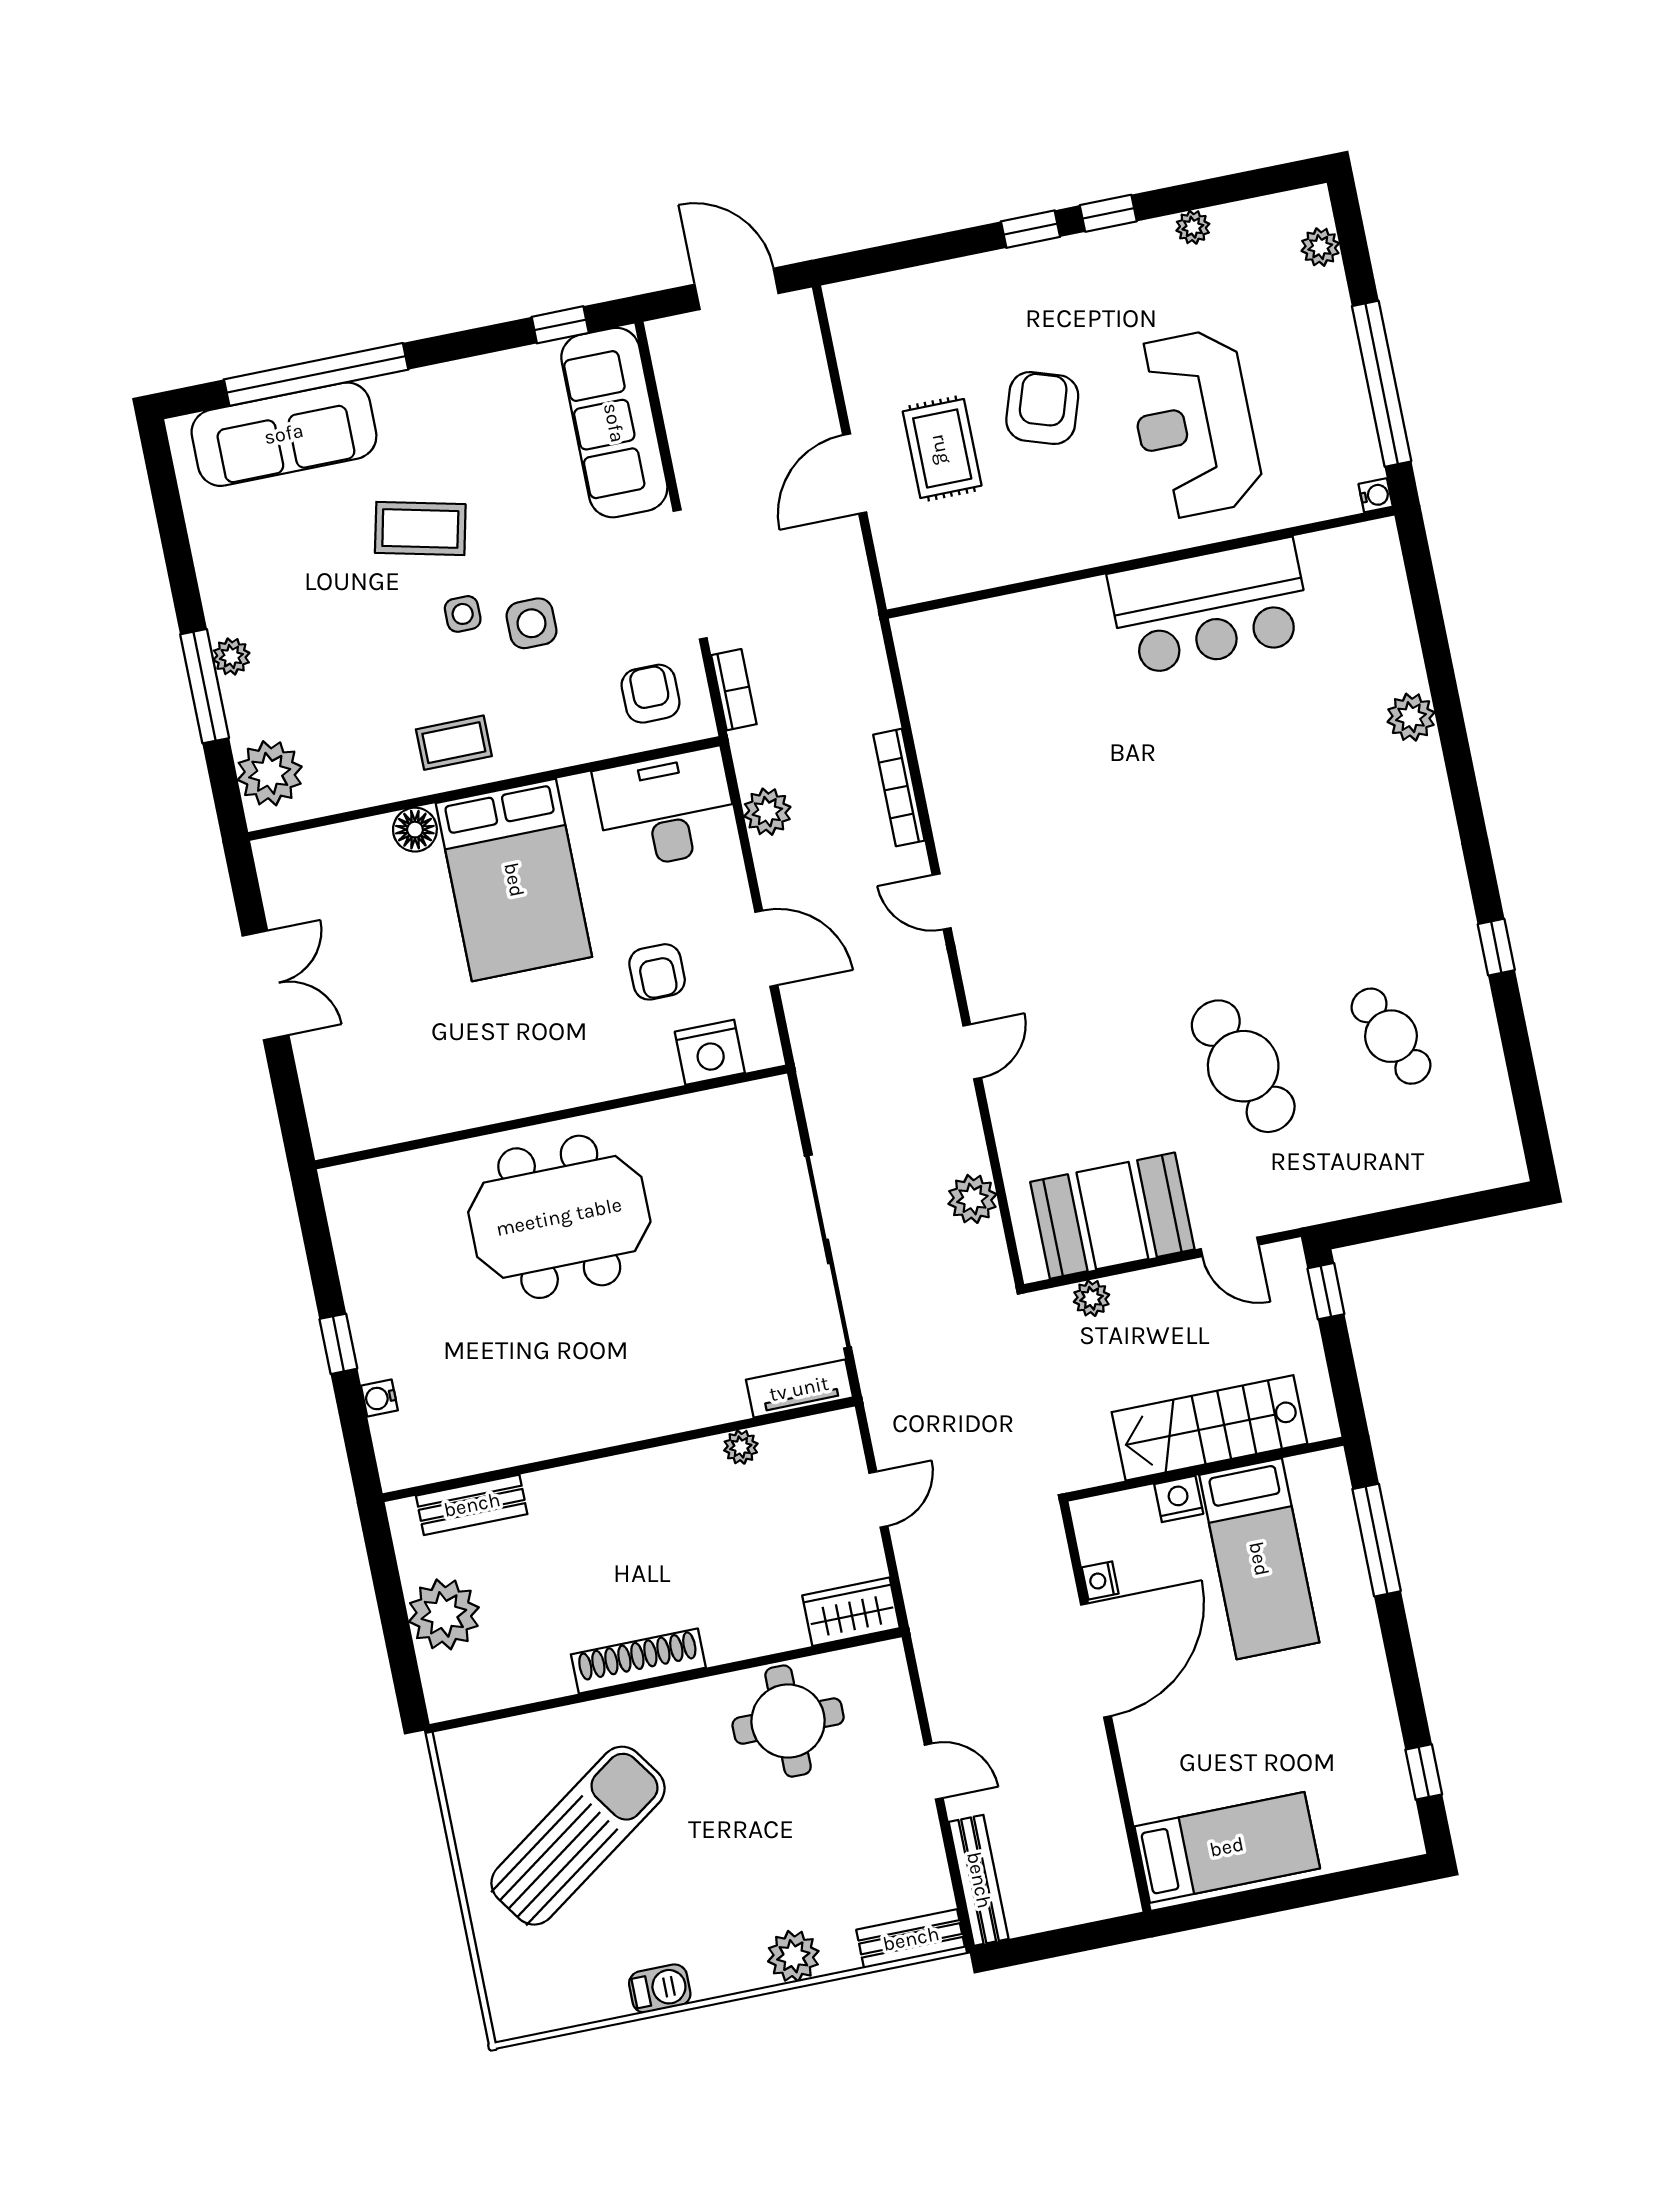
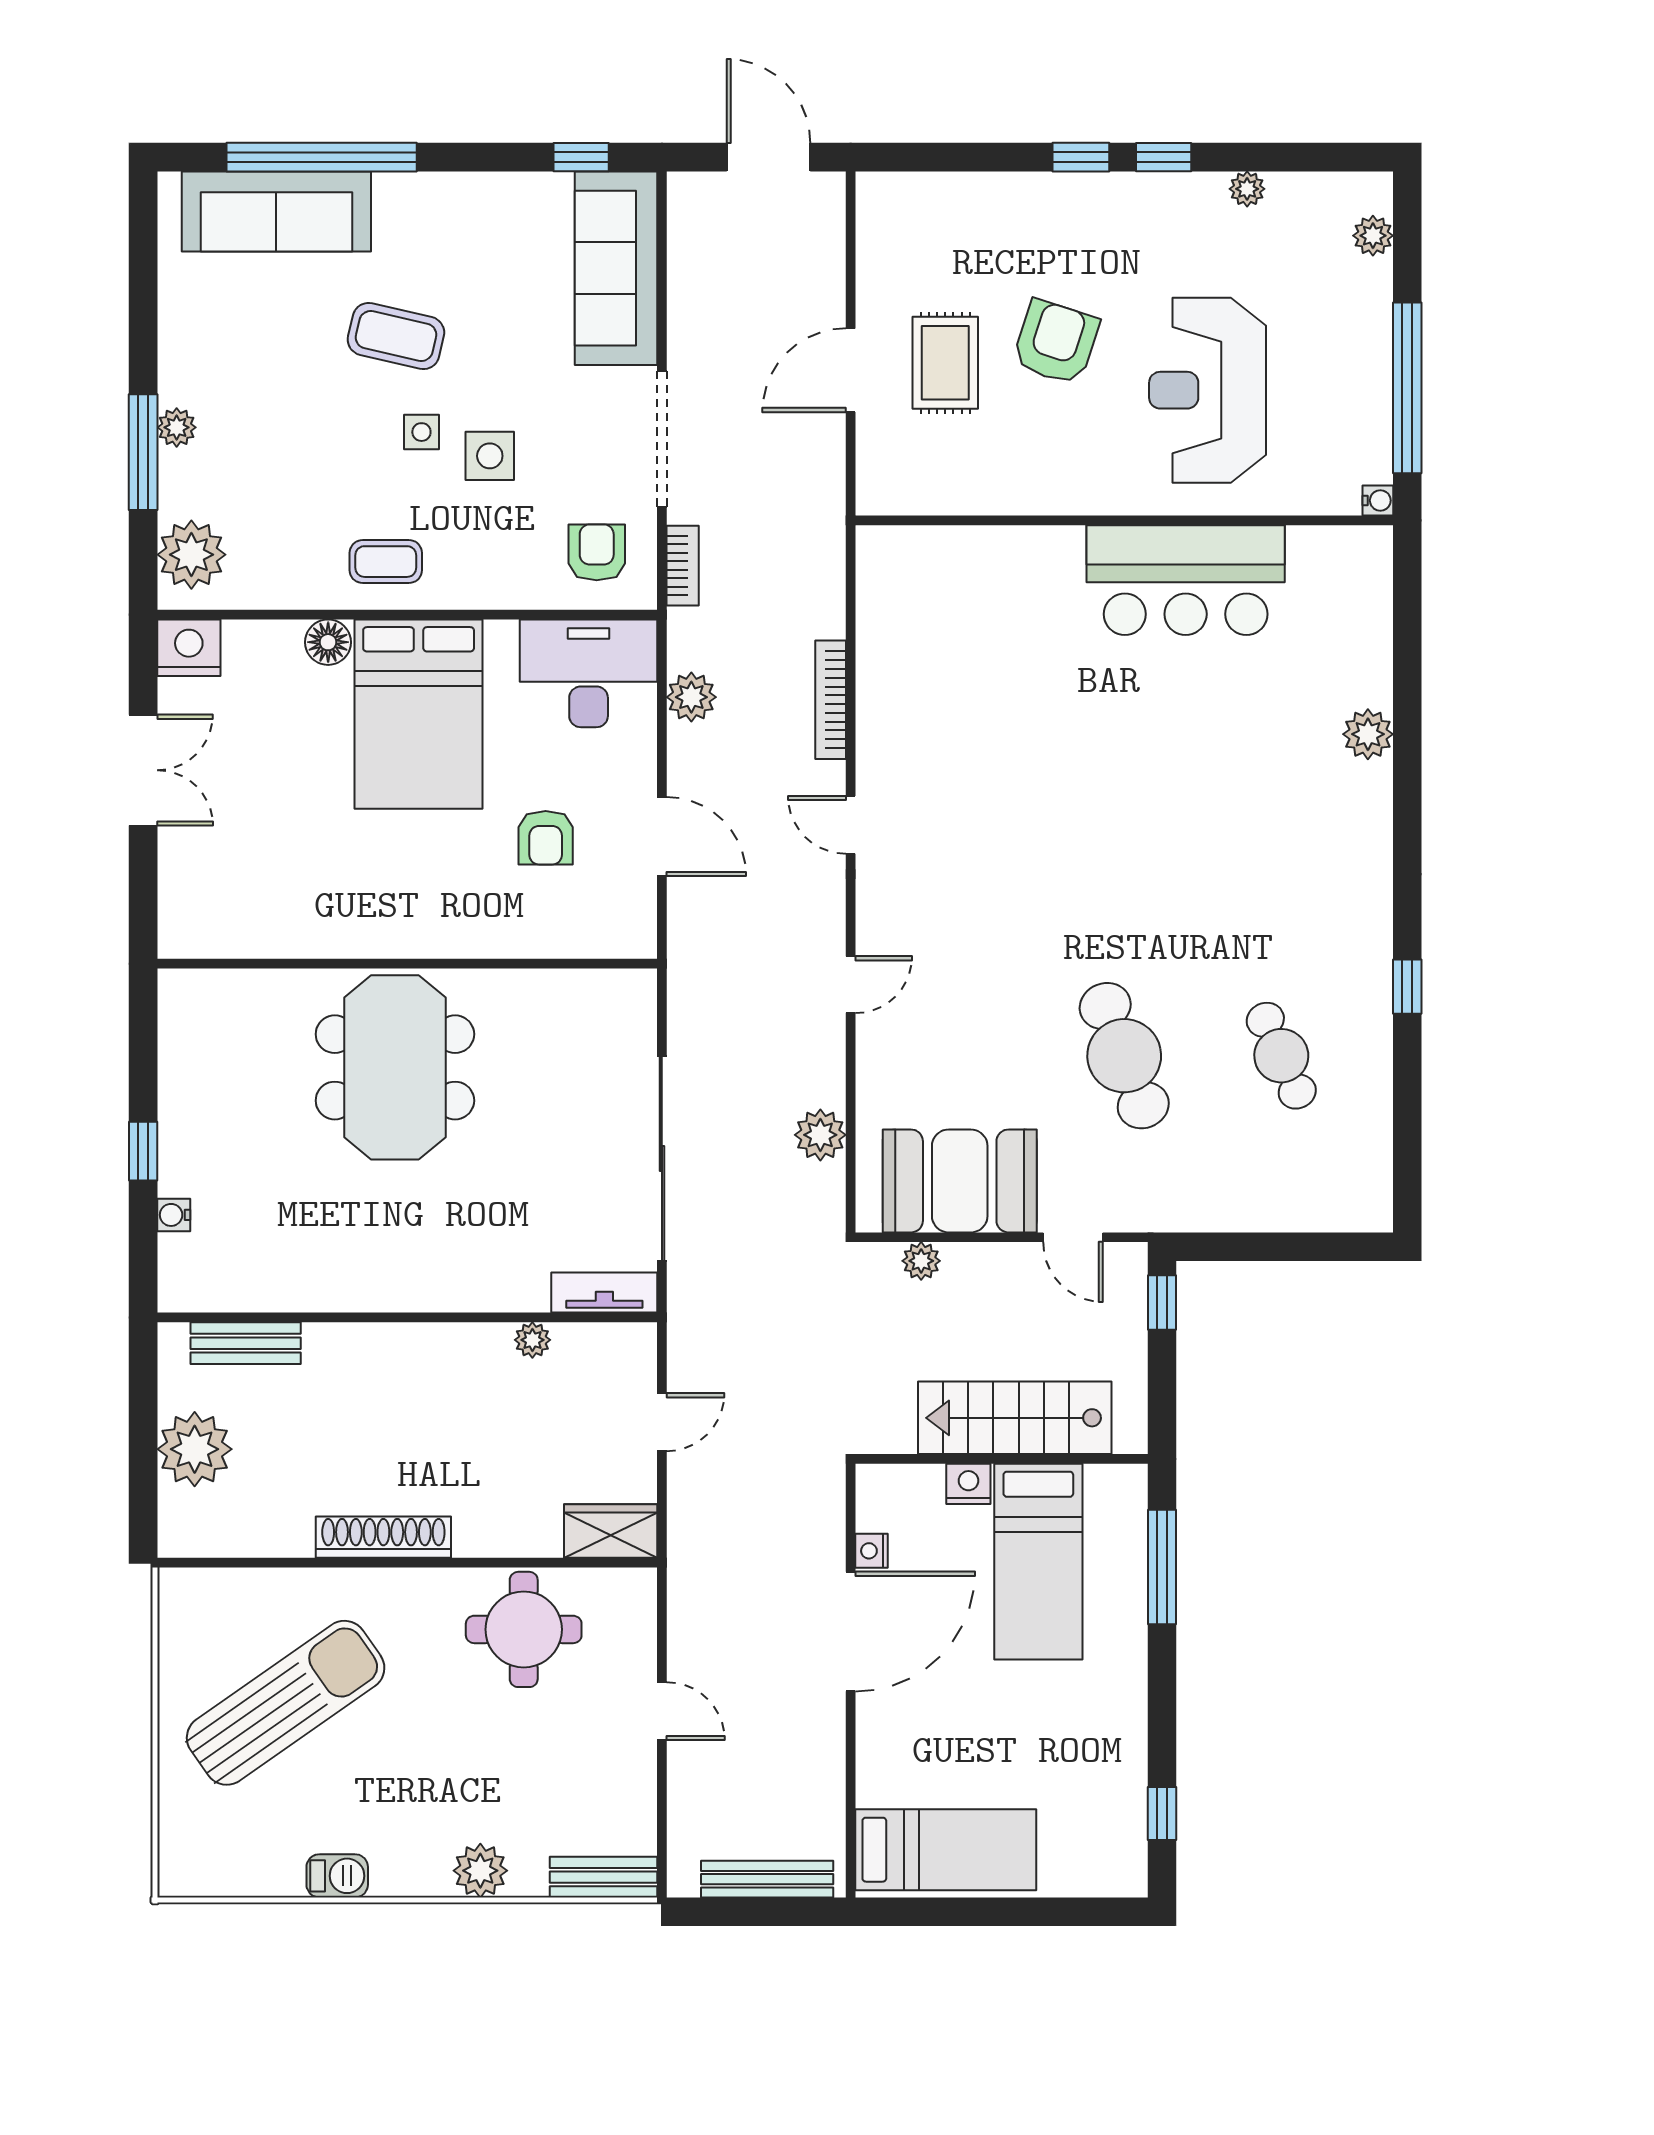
nightstand: (710, 1052) -> (189, 648), moved, turned 180
meeting table: (559, 1217) -> (395, 1067), turned 90
bench: (979, 1880) -> (767, 1879), moved, turned 90

